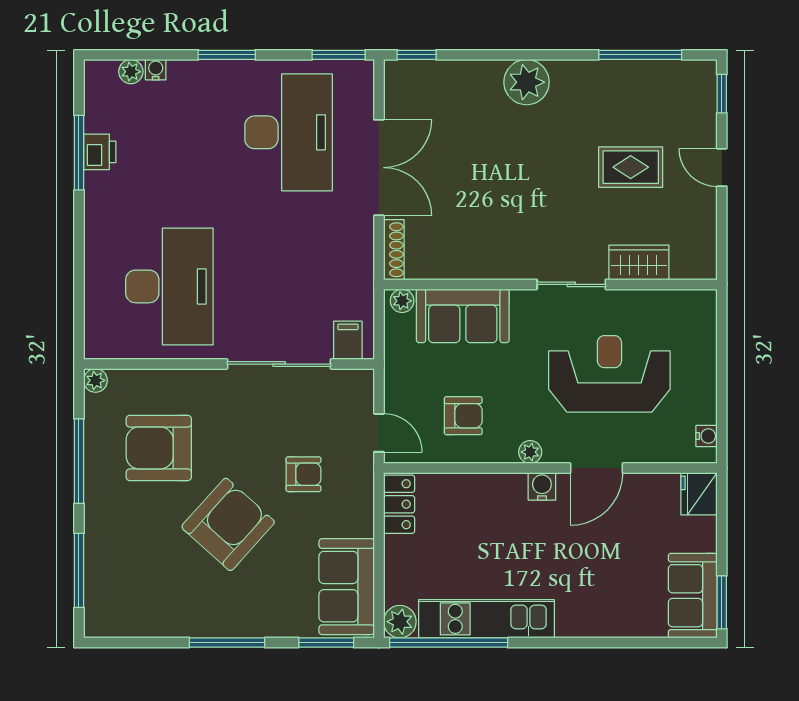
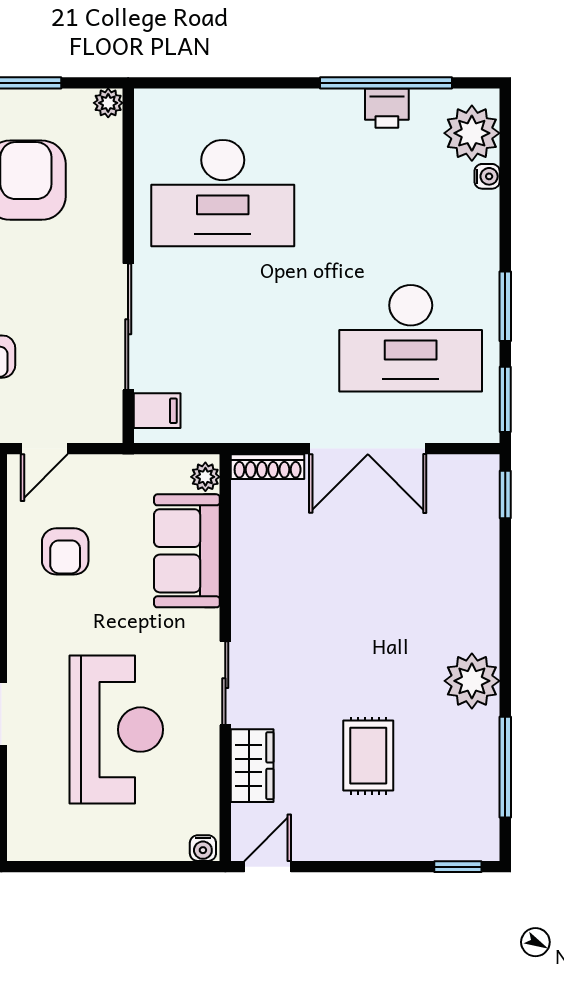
window: (227, 55) -> (505, 306), moved
plant: (131, 72) -> (472, 133), width x1.87, depth x1.87
plant: (527, 82) -> (472, 681), moved
window: (79, 153) -> (386, 83), width x1.46
door: (722, 167) -> (268, 867), moved
water cooler: (707, 436) -> (203, 848), moved
plant: (530, 452) -> (21, 633), removed

